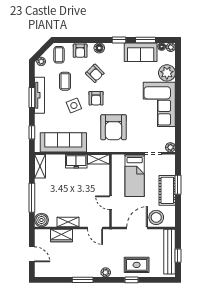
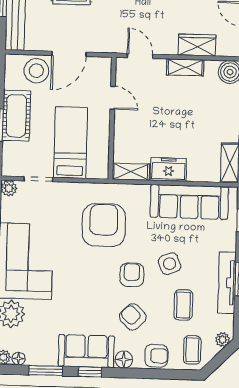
armchair: (80, 51) -> (156, 356), turned 90
sofa: (141, 52) -> (86, 351), moved

